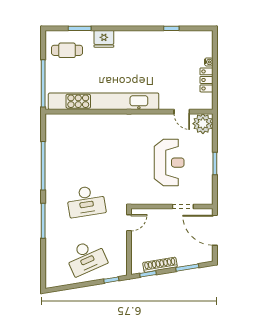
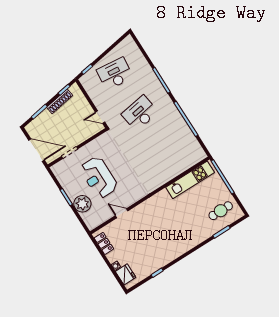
fridge: (104, 39) -> (126, 274), moved, turned 90
locker: (206, 80) -> (104, 243), moved
kitchen unit: (104, 101) -> (190, 180), width x0.54
door: (182, 112) -> (122, 213), moved
plant: (203, 124) -> (82, 204), moved
door: (129, 223) -> (100, 117), hinge flipped
desk: (86, 257) -> (115, 74), turned 30

